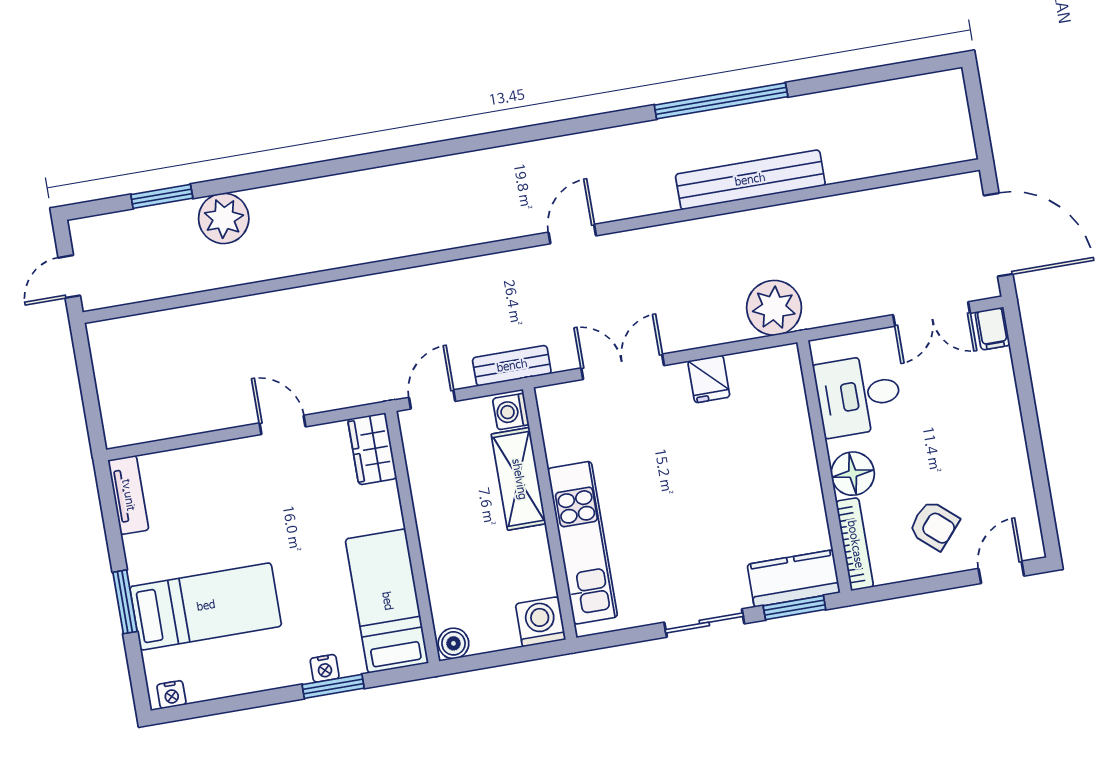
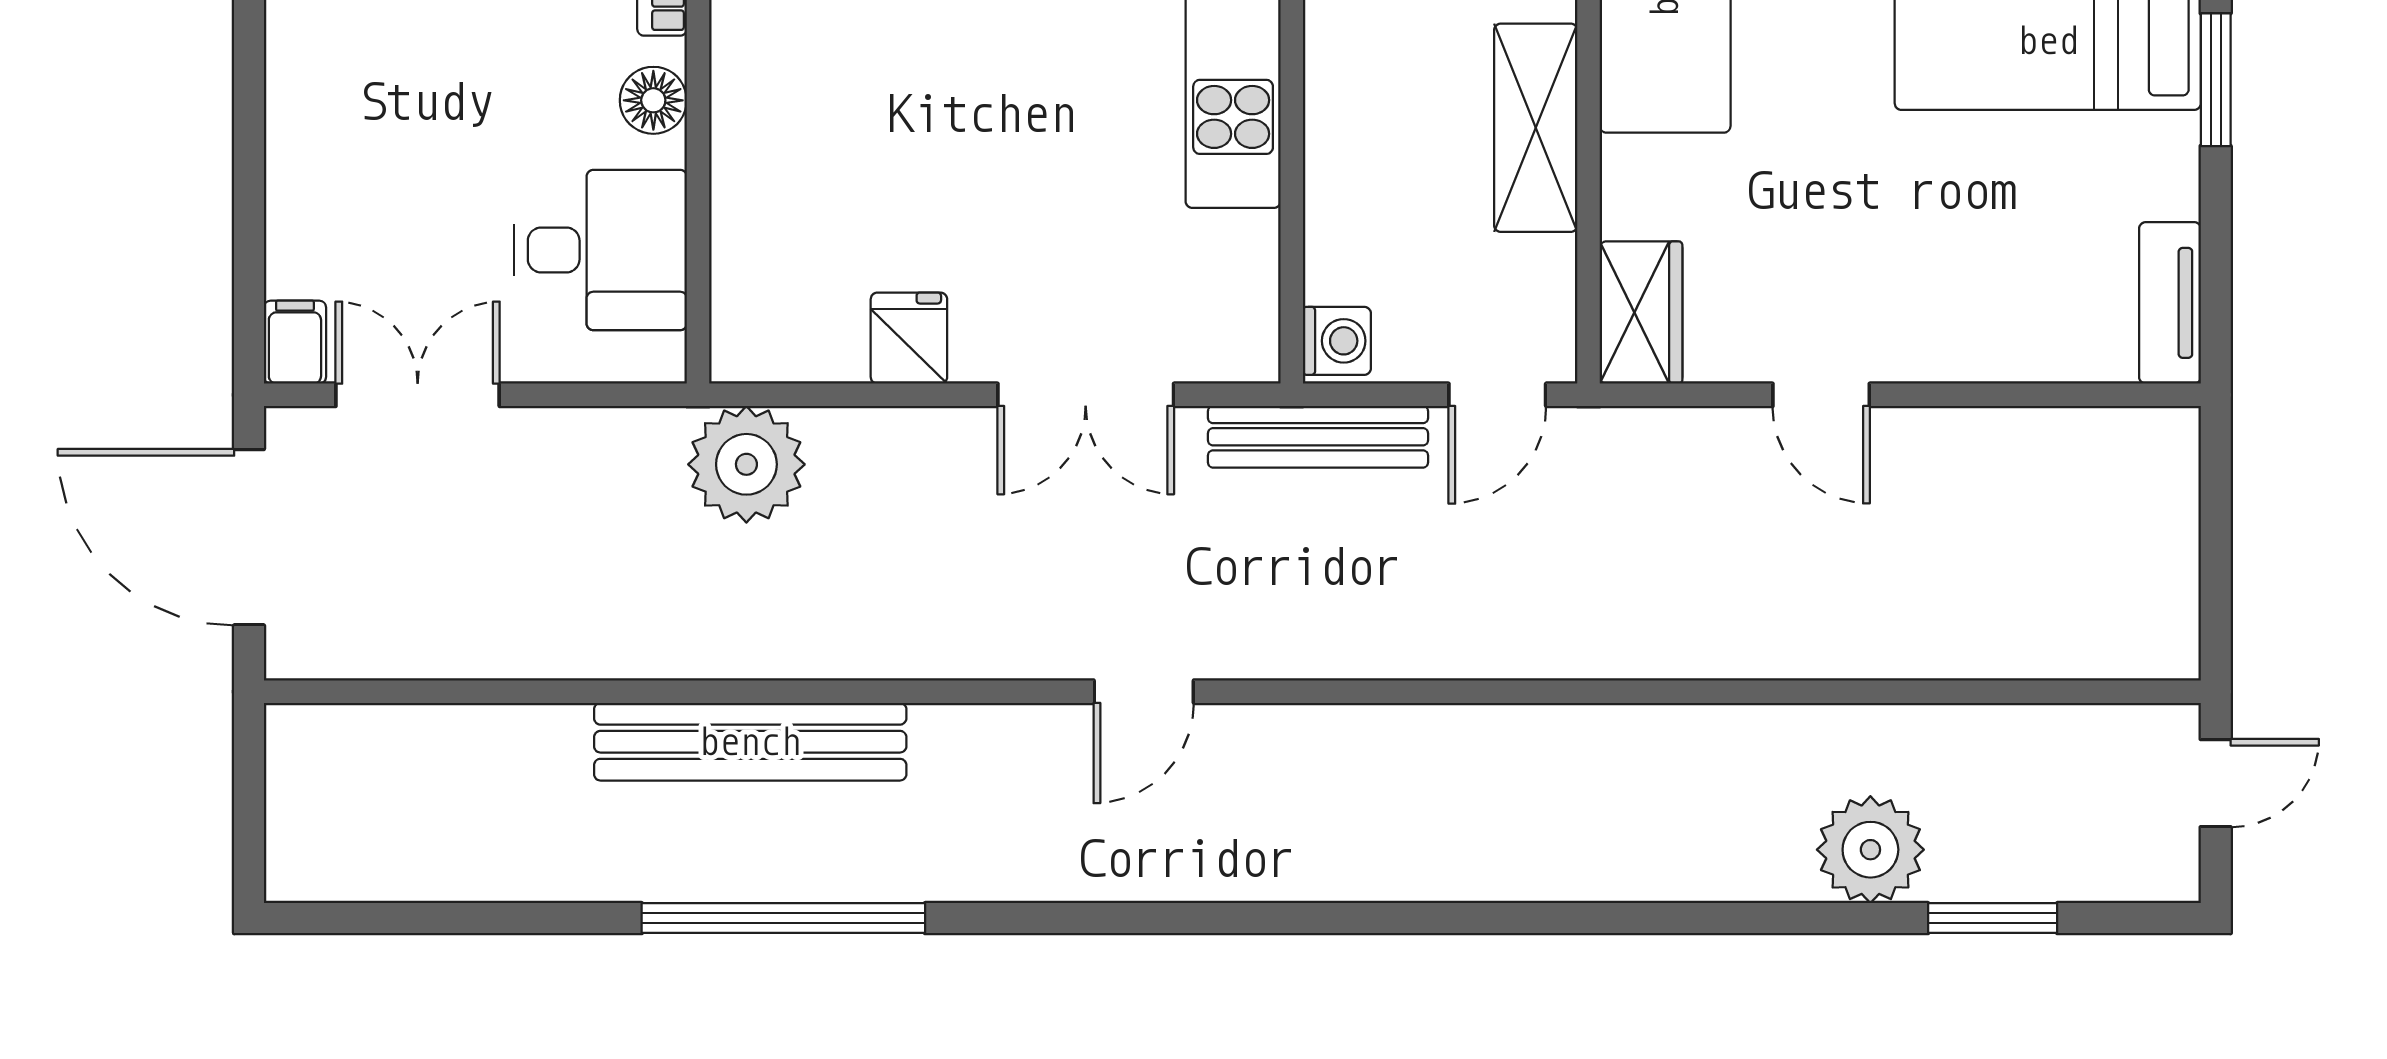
bench: (512, 366) -> (1318, 437), width x1.36
floor lamp: (853, 474) -> (653, 100), width x0.73, depth x0.73
shelving: (519, 479) -> (1536, 128), moved

